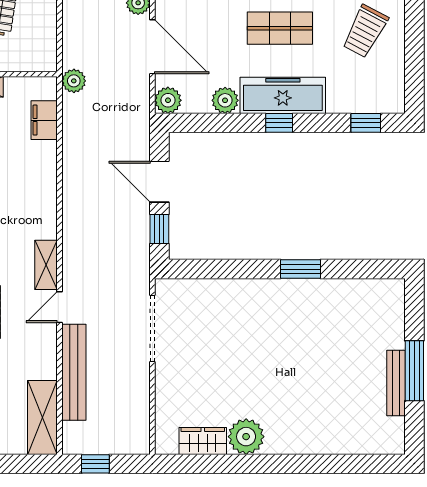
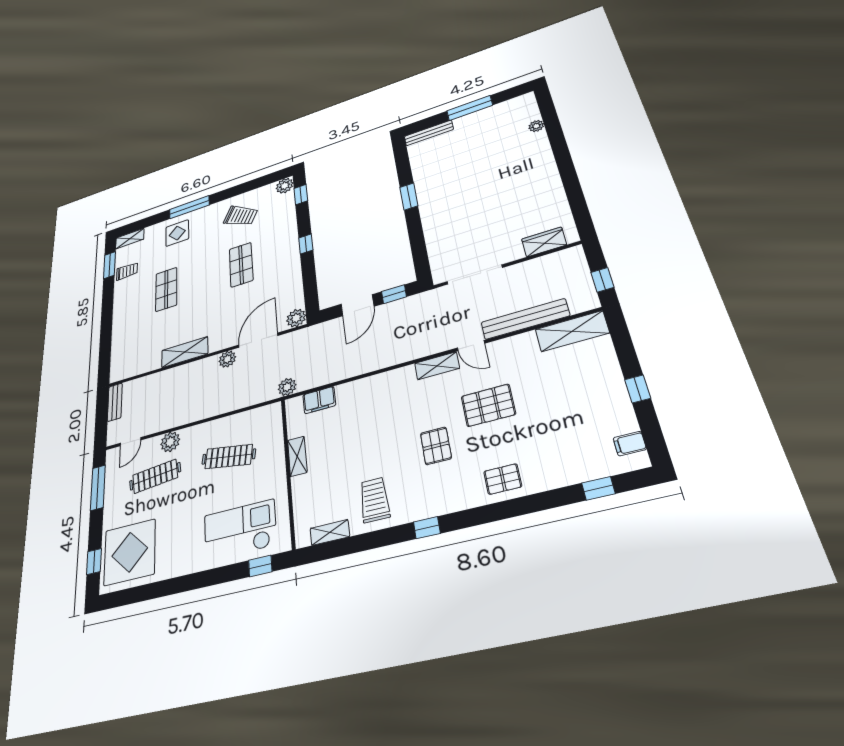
freezer: (283, 95) -> (286, 248), removed
plant: (225, 100) -> (285, 186), moved
bench: (396, 383) -> (429, 133), moved
plant: (246, 437) -> (536, 126), moved, width x0.53, depth x0.53
wardrobe: (203, 441) -> (544, 242), moved, turned 90

